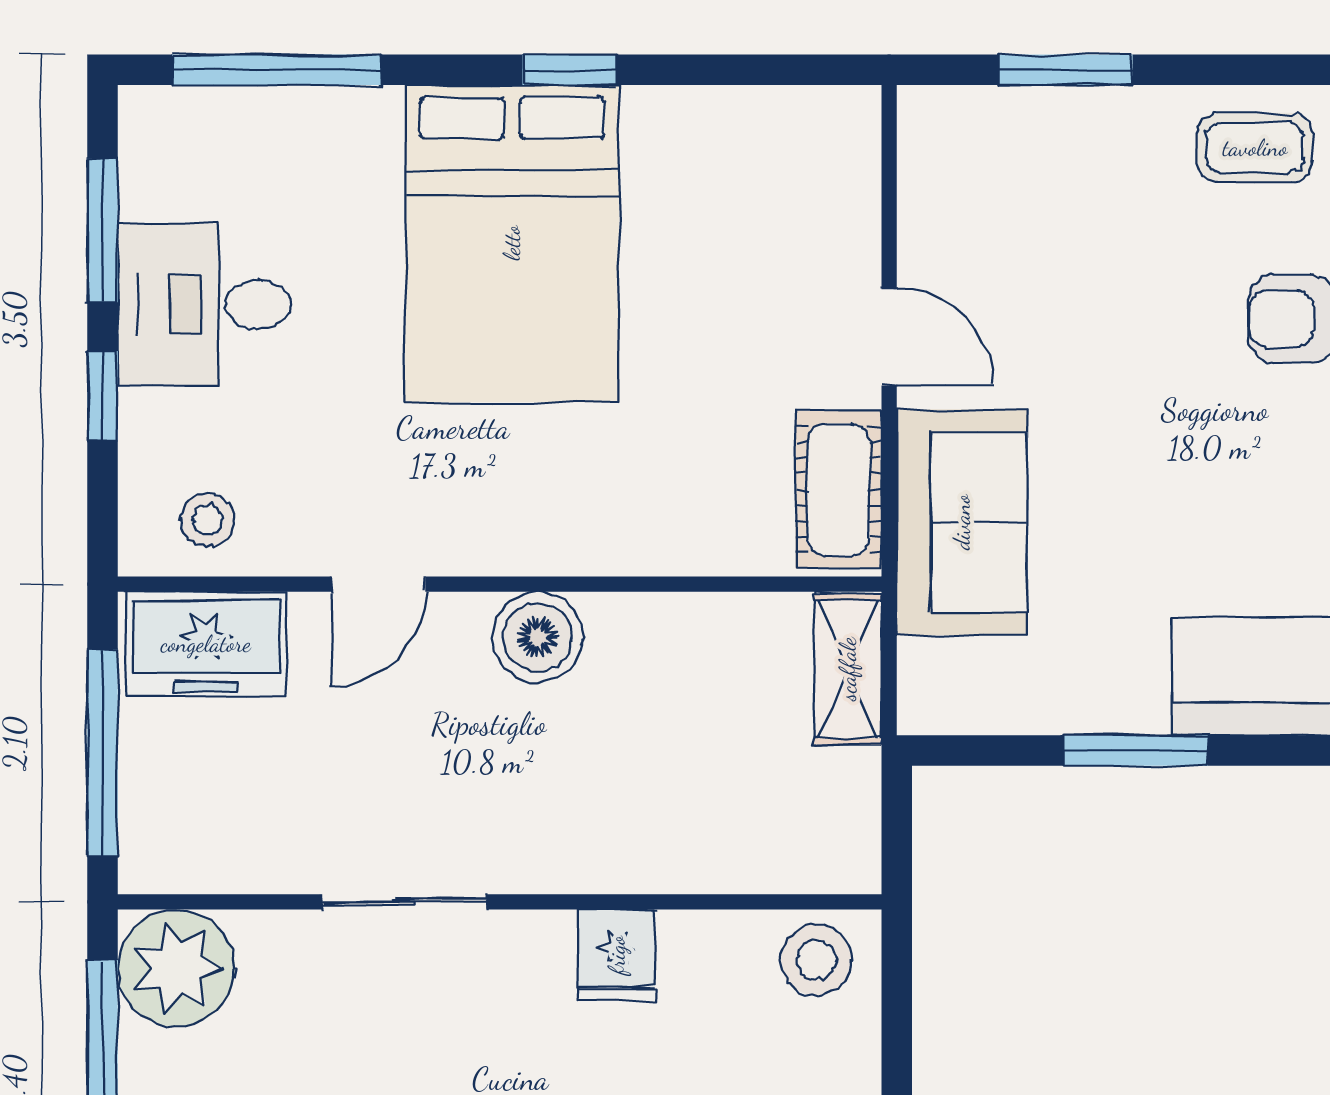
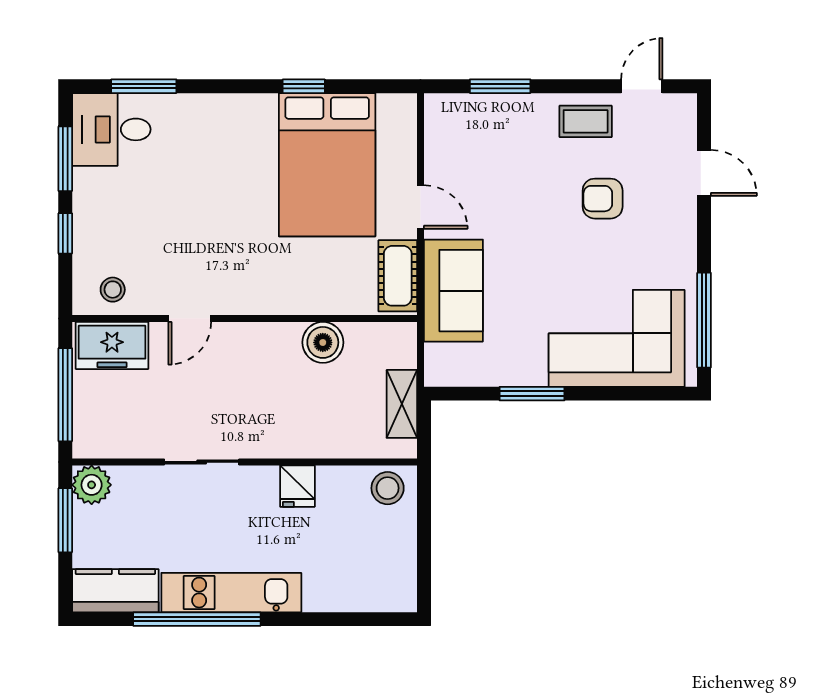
window: (276, 70) -> (144, 86), width x0.69
window: (569, 70) -> (304, 86), moved
bed: (512, 243) -> (327, 165), moved
desk: (204, 304) -> (111, 129), moved
boiler: (538, 637) -> (323, 342), moved
shelving: (848, 669) -> (402, 404), moved
plant: (176, 968) -> (92, 485), width x0.73, depth x0.73

